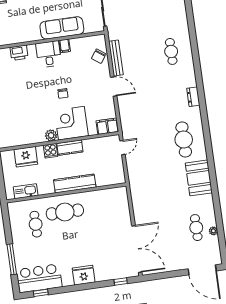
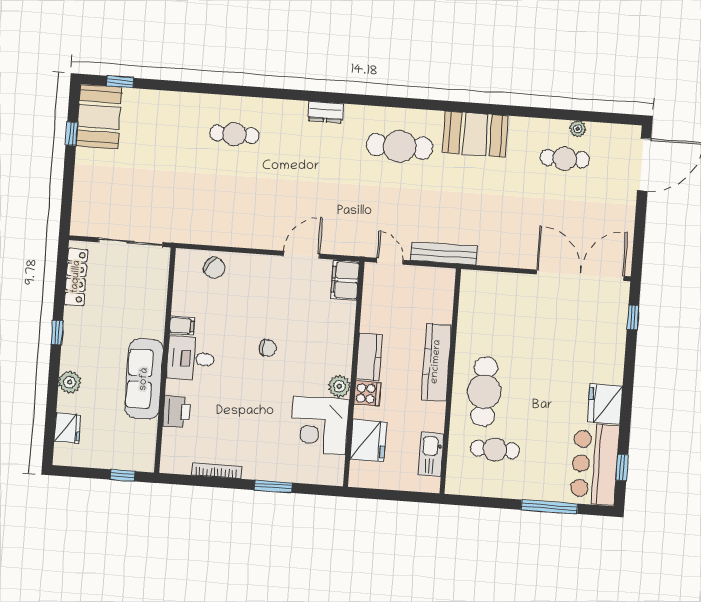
sofa: (62, 28) -> (144, 379), moved
bench: (116, 58) -> (444, 253), moved
door: (114, 86) -> (302, 255), moved
corner desk: (71, 123) -> (319, 425), moved
fridge: (84, 275) -> (605, 404), moved

